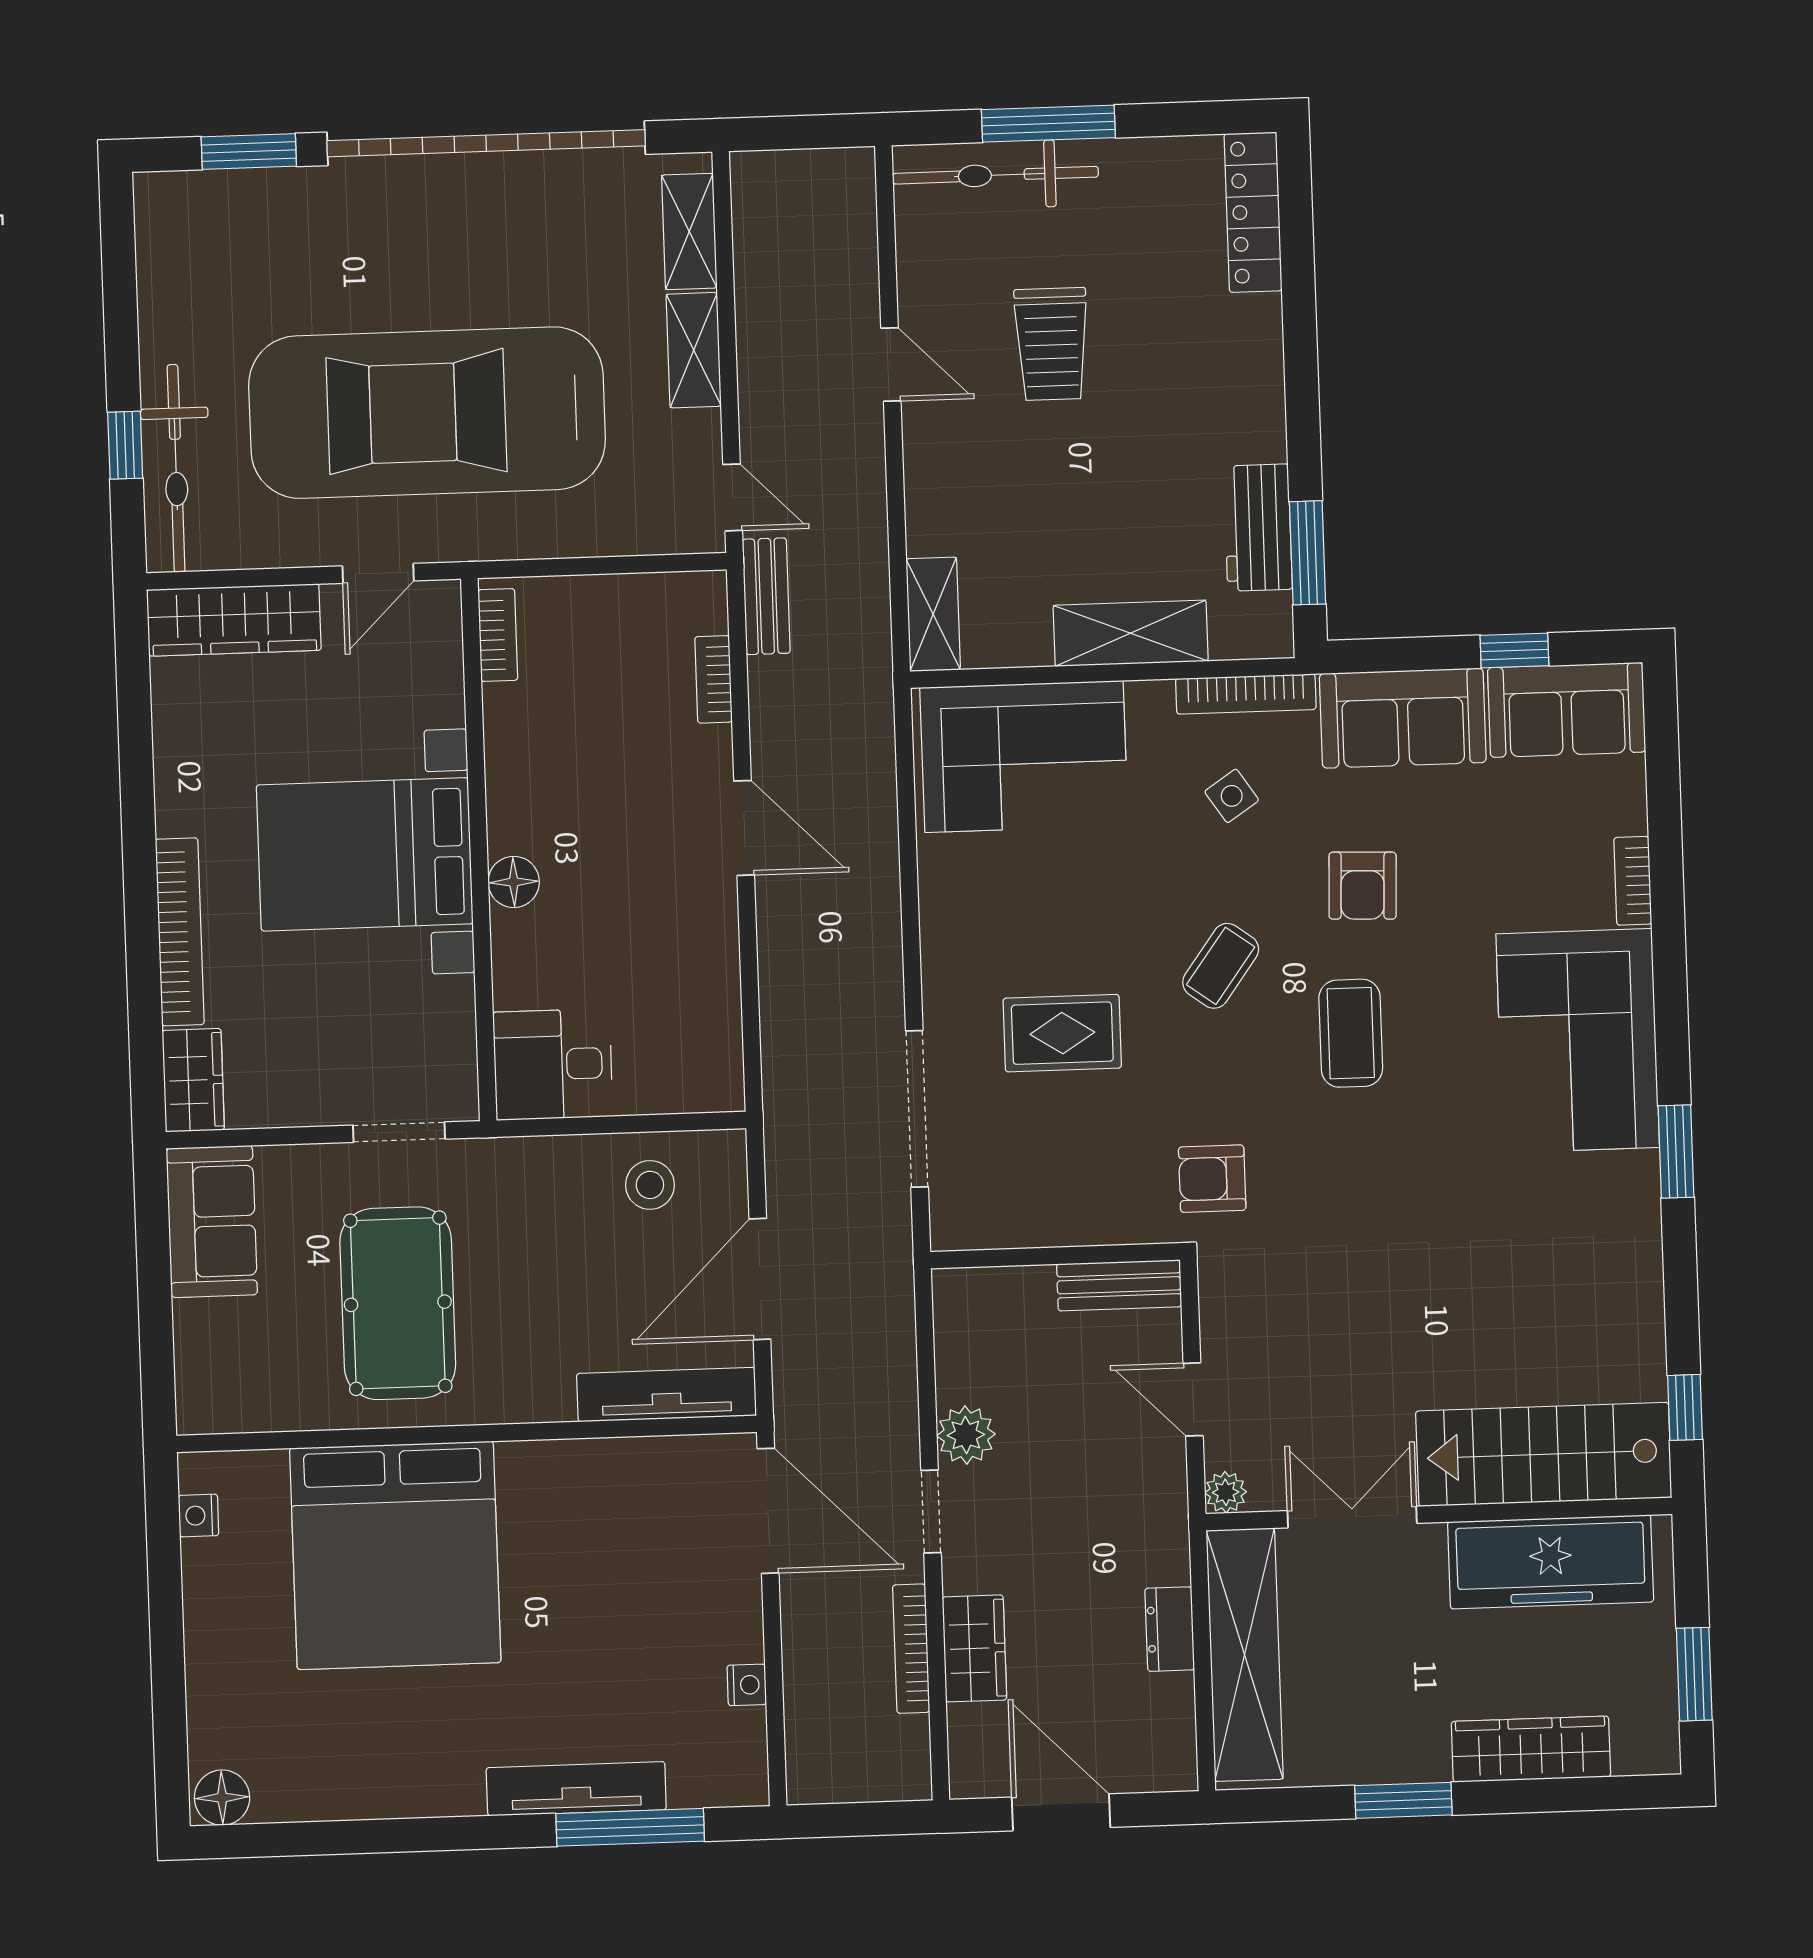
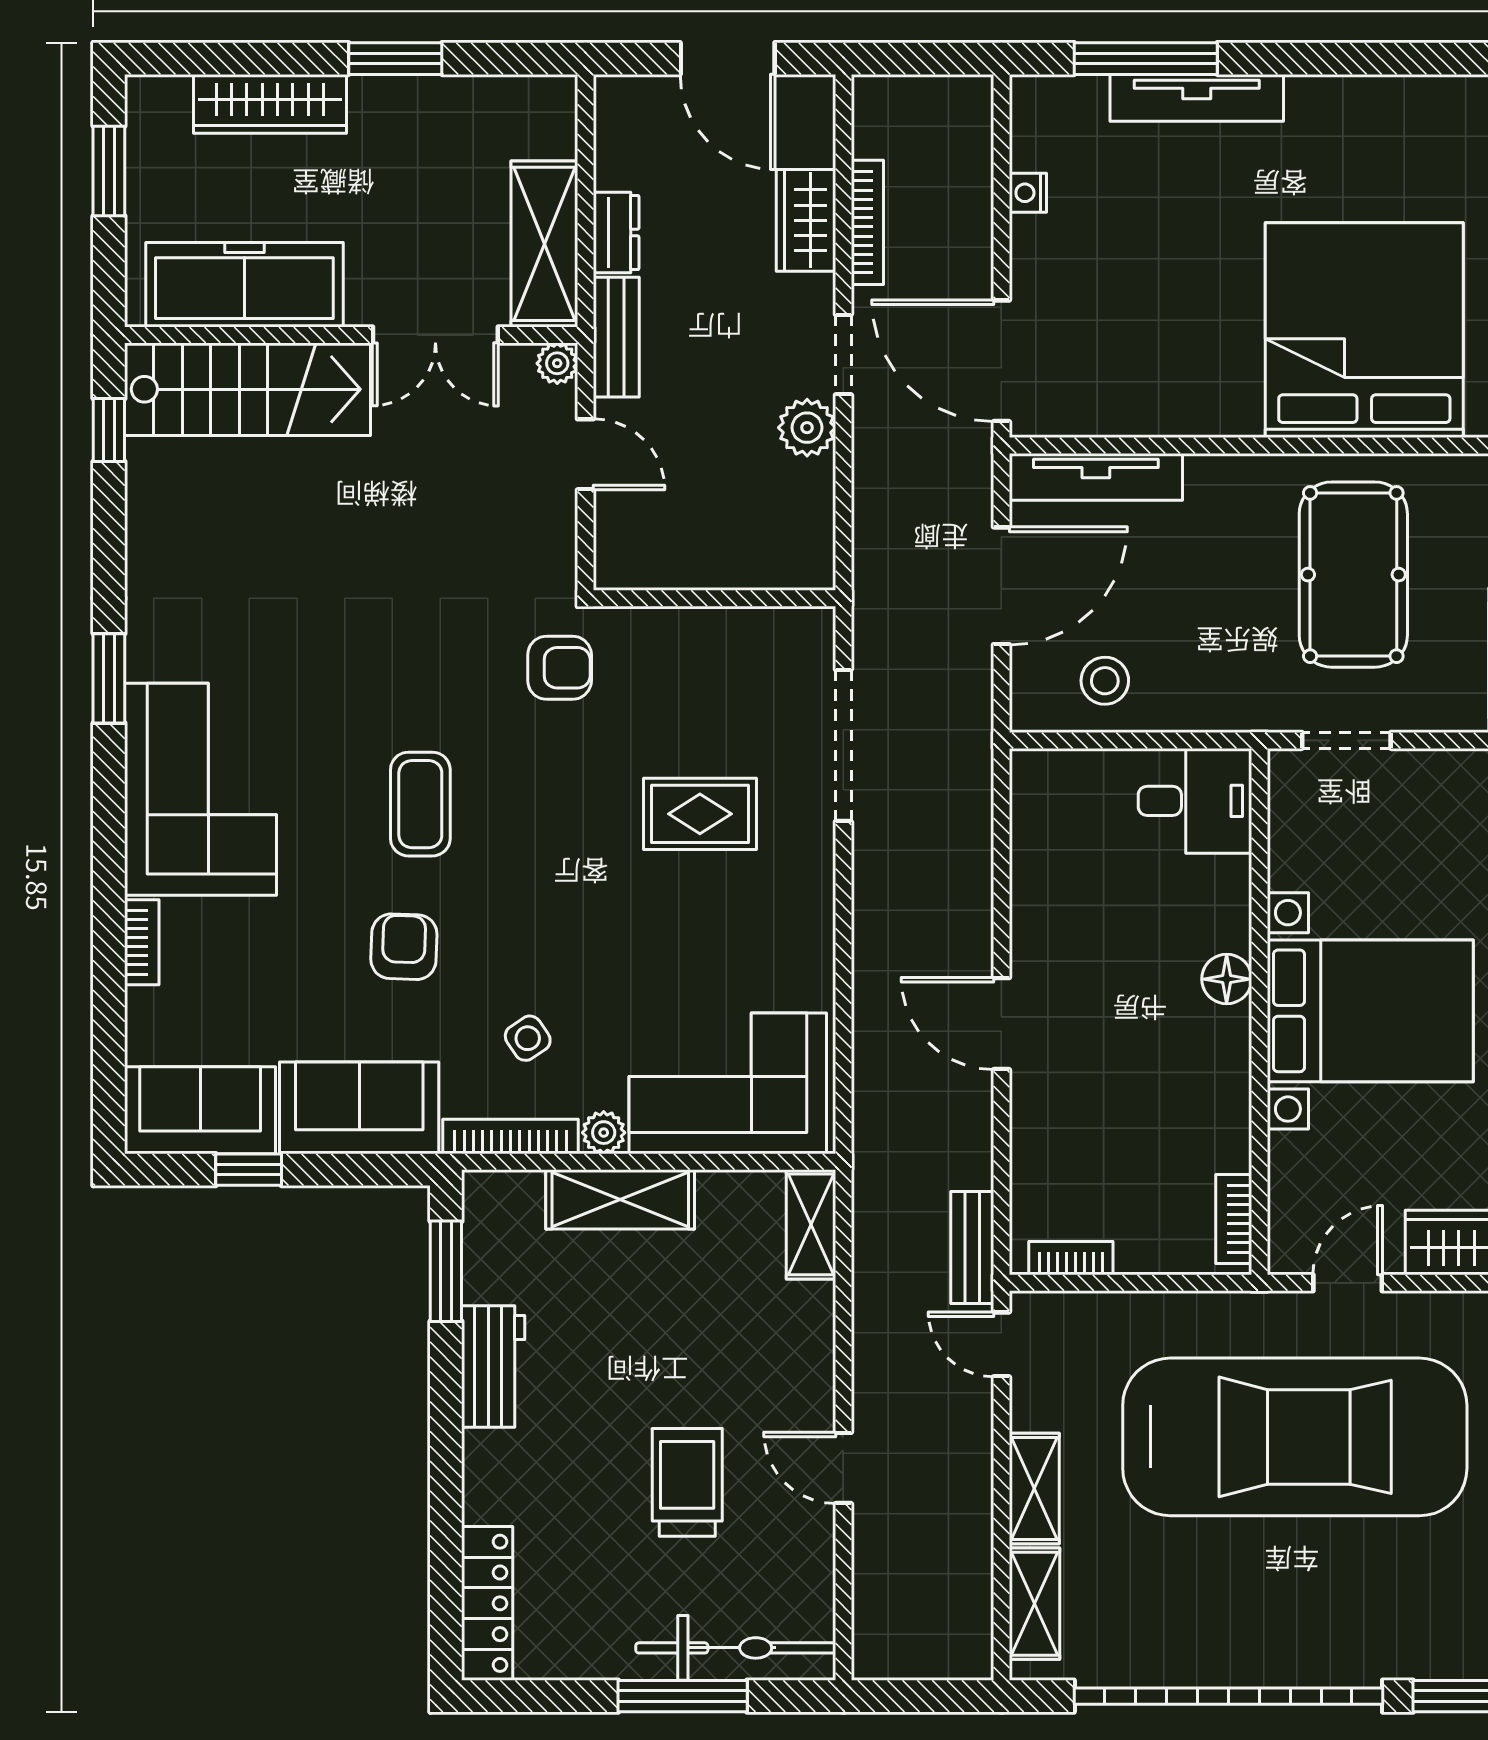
workbench: (1258, 528) -> (493, 1366), moved
bookcase: (713, 679) -> (1071, 1258), moved, turned -90
plant: (1150, 701) -> (604, 1133), added
coffee table: (1221, 966) -> (544, 874), removed
bench: (1119, 1285) -> (616, 337), moved, turned 90
shelving: (1245, 1655) -> (544, 244), width x0.68

